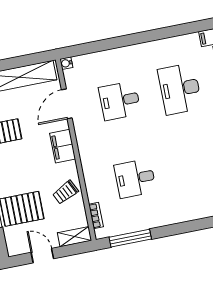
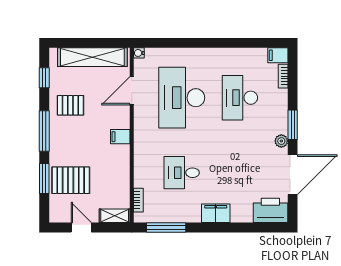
desk: (120, 101) -> (182, 98), width x1.87, depth x1.30
filing cabinet: (63, 146) -> (120, 137), width x0.50
trolley: (65, 192) -> (114, 173), removed
filing cabinet: (179, 213) -> (216, 213), added

